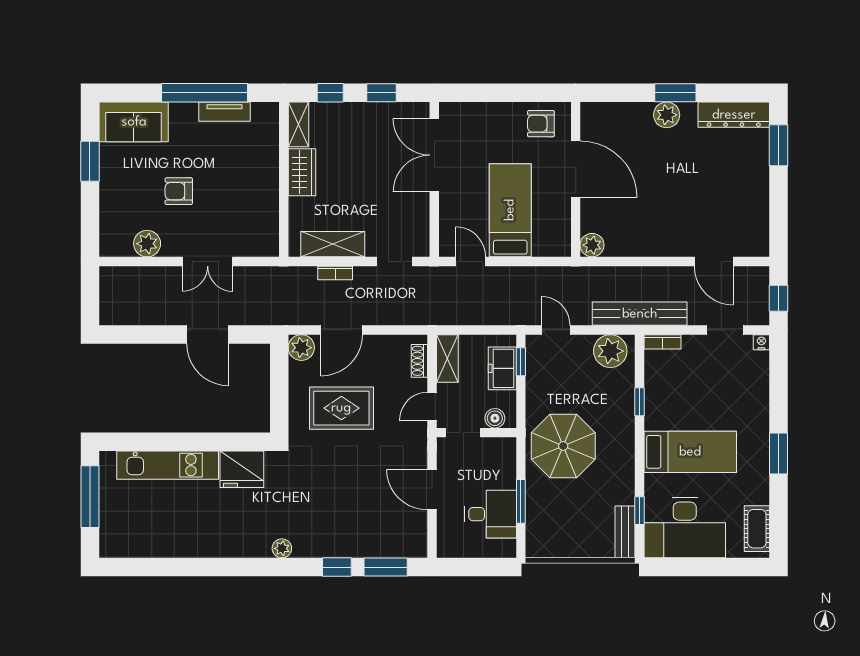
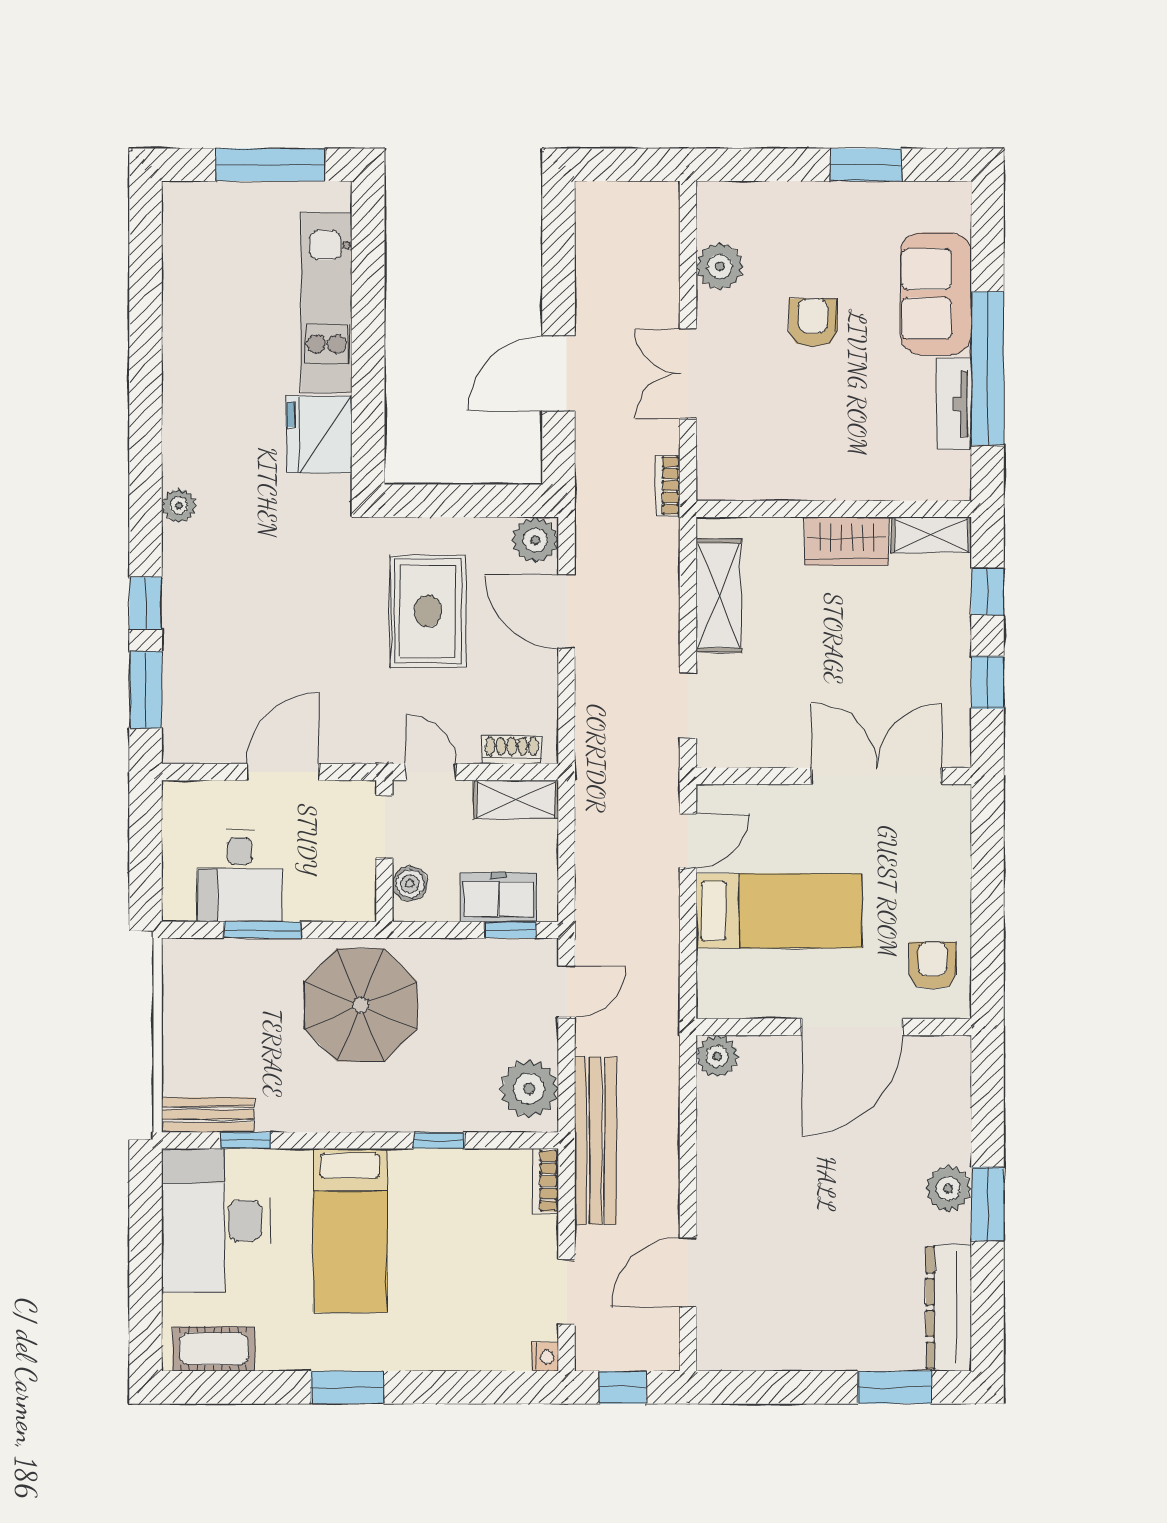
sofa: (134, 122) -> (936, 294), moved
bookcase: (335, 273) -> (668, 486), moved

